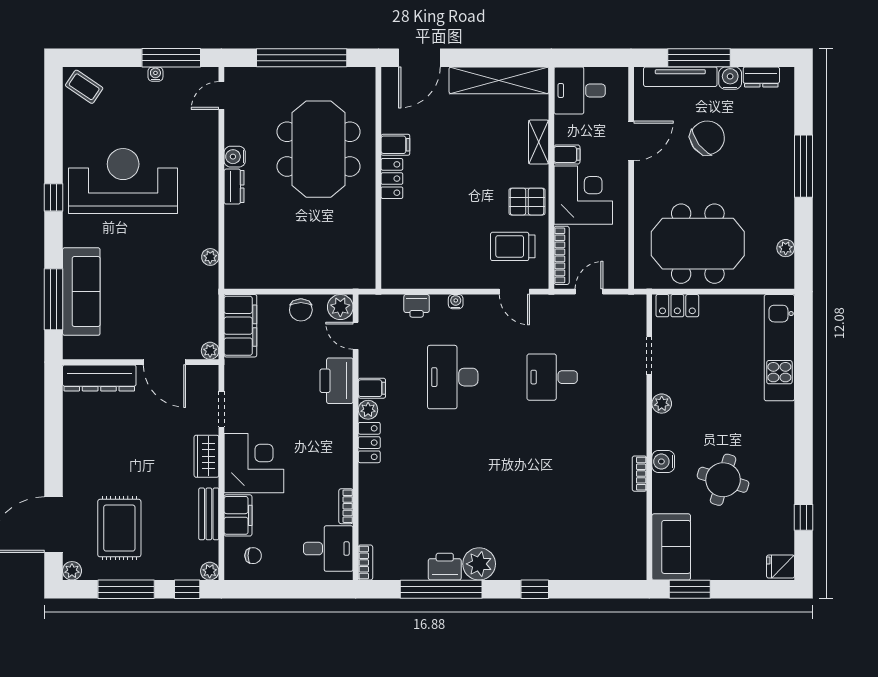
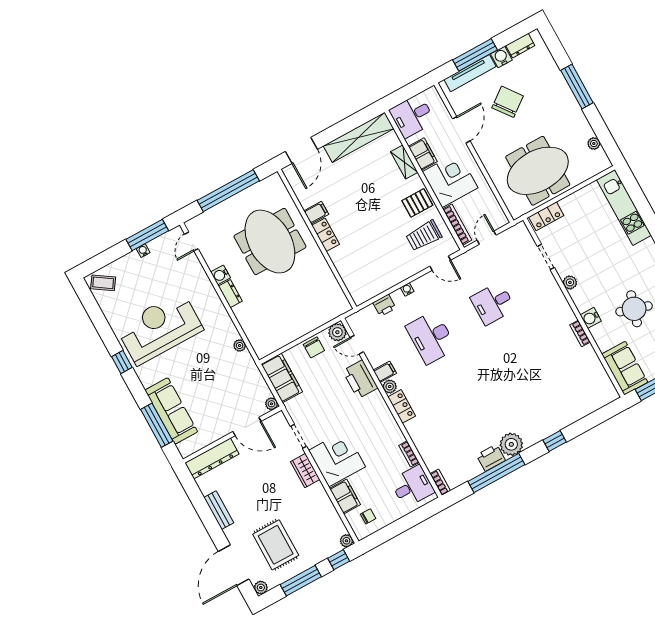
filing cabinet: (567, 154) -> (423, 154), width x2.00
bench: (209, 514) -> (219, 510), moved

